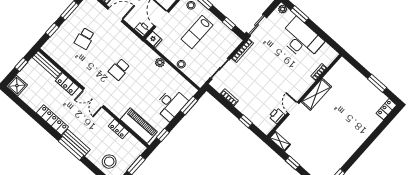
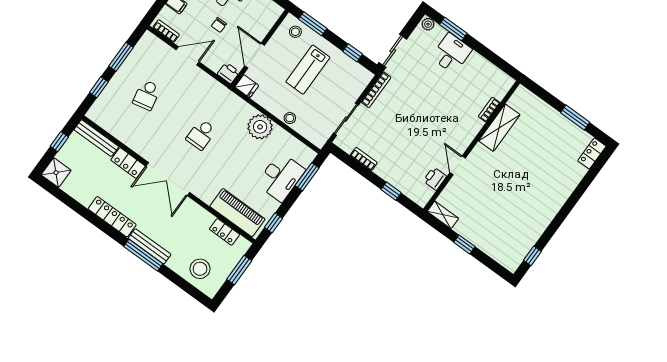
desk: (301, 39) -> (451, 53), width x0.53, depth x0.77
plant: (160, 62) -> (260, 127), width x1.88, depth x1.88
shelving: (316, 94) -> (499, 128), moved
double door: (93, 98) -> (168, 179), width x1.37
locker: (119, 129) -> (224, 232), moved

